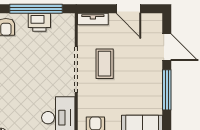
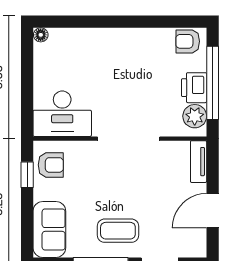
plant: (60, 22) -> (195, 116), added
coffee table: (105, 64) -> (118, 231), moved

